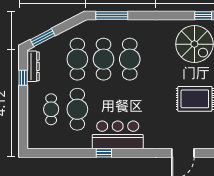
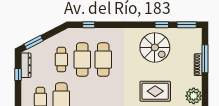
window: (112, 16) -> (89, 25), width x0.46
cafe table: (77, 59) -> (61, 60), width x0.73, depth x0.74

